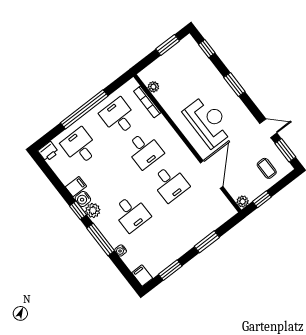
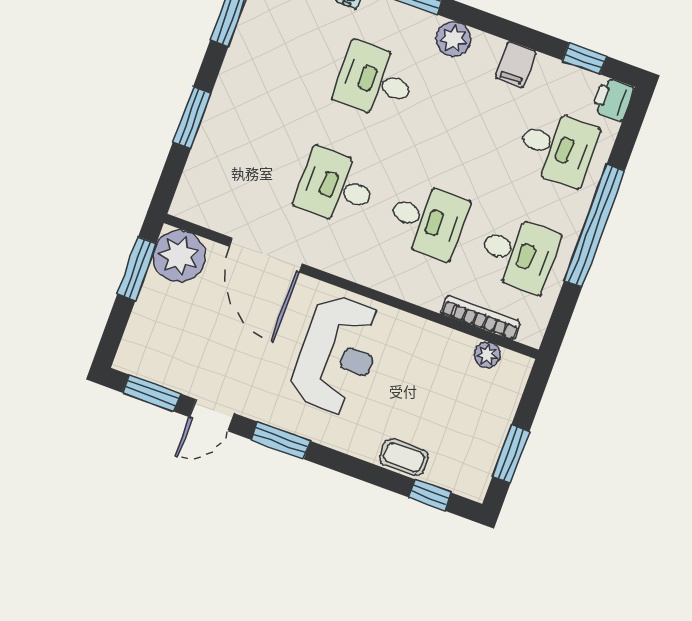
window: (234, 84) -> (281, 440), moved
reception desk: (208, 121) -> (338, 355), turned -90
desk: (144, 150) -> (427, 220), turned 180
coffee table: (267, 168) -> (404, 457), moved
water cooler: (83, 199) -> (487, 49), removed
window: (262, 199) -> (137, 269), width x1.50
plant: (243, 201) -> (179, 256), width x1.88, depth x1.88
window: (78, 210) -> (584, 58), moved

